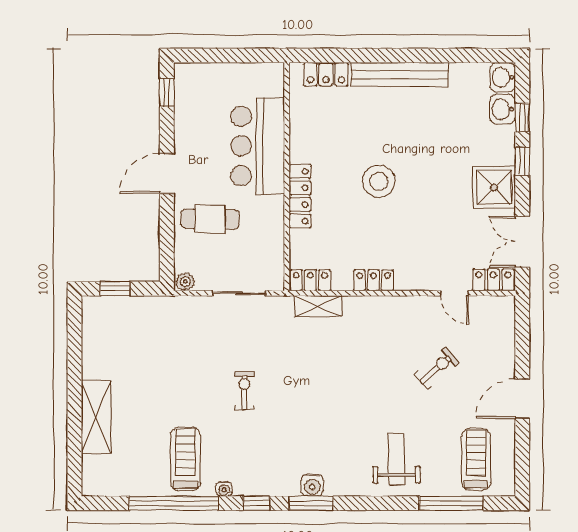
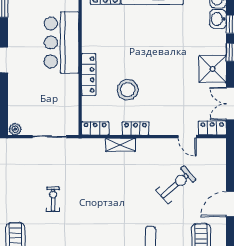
stool: (379, 181) -> (128, 90), moved
cafe table: (210, 219) -> (31, 89), removed
shelving: (318, 306) -> (121, 145), moved
exercise bike: (437, 369) -> (176, 185), width x1.38, depth x1.39

